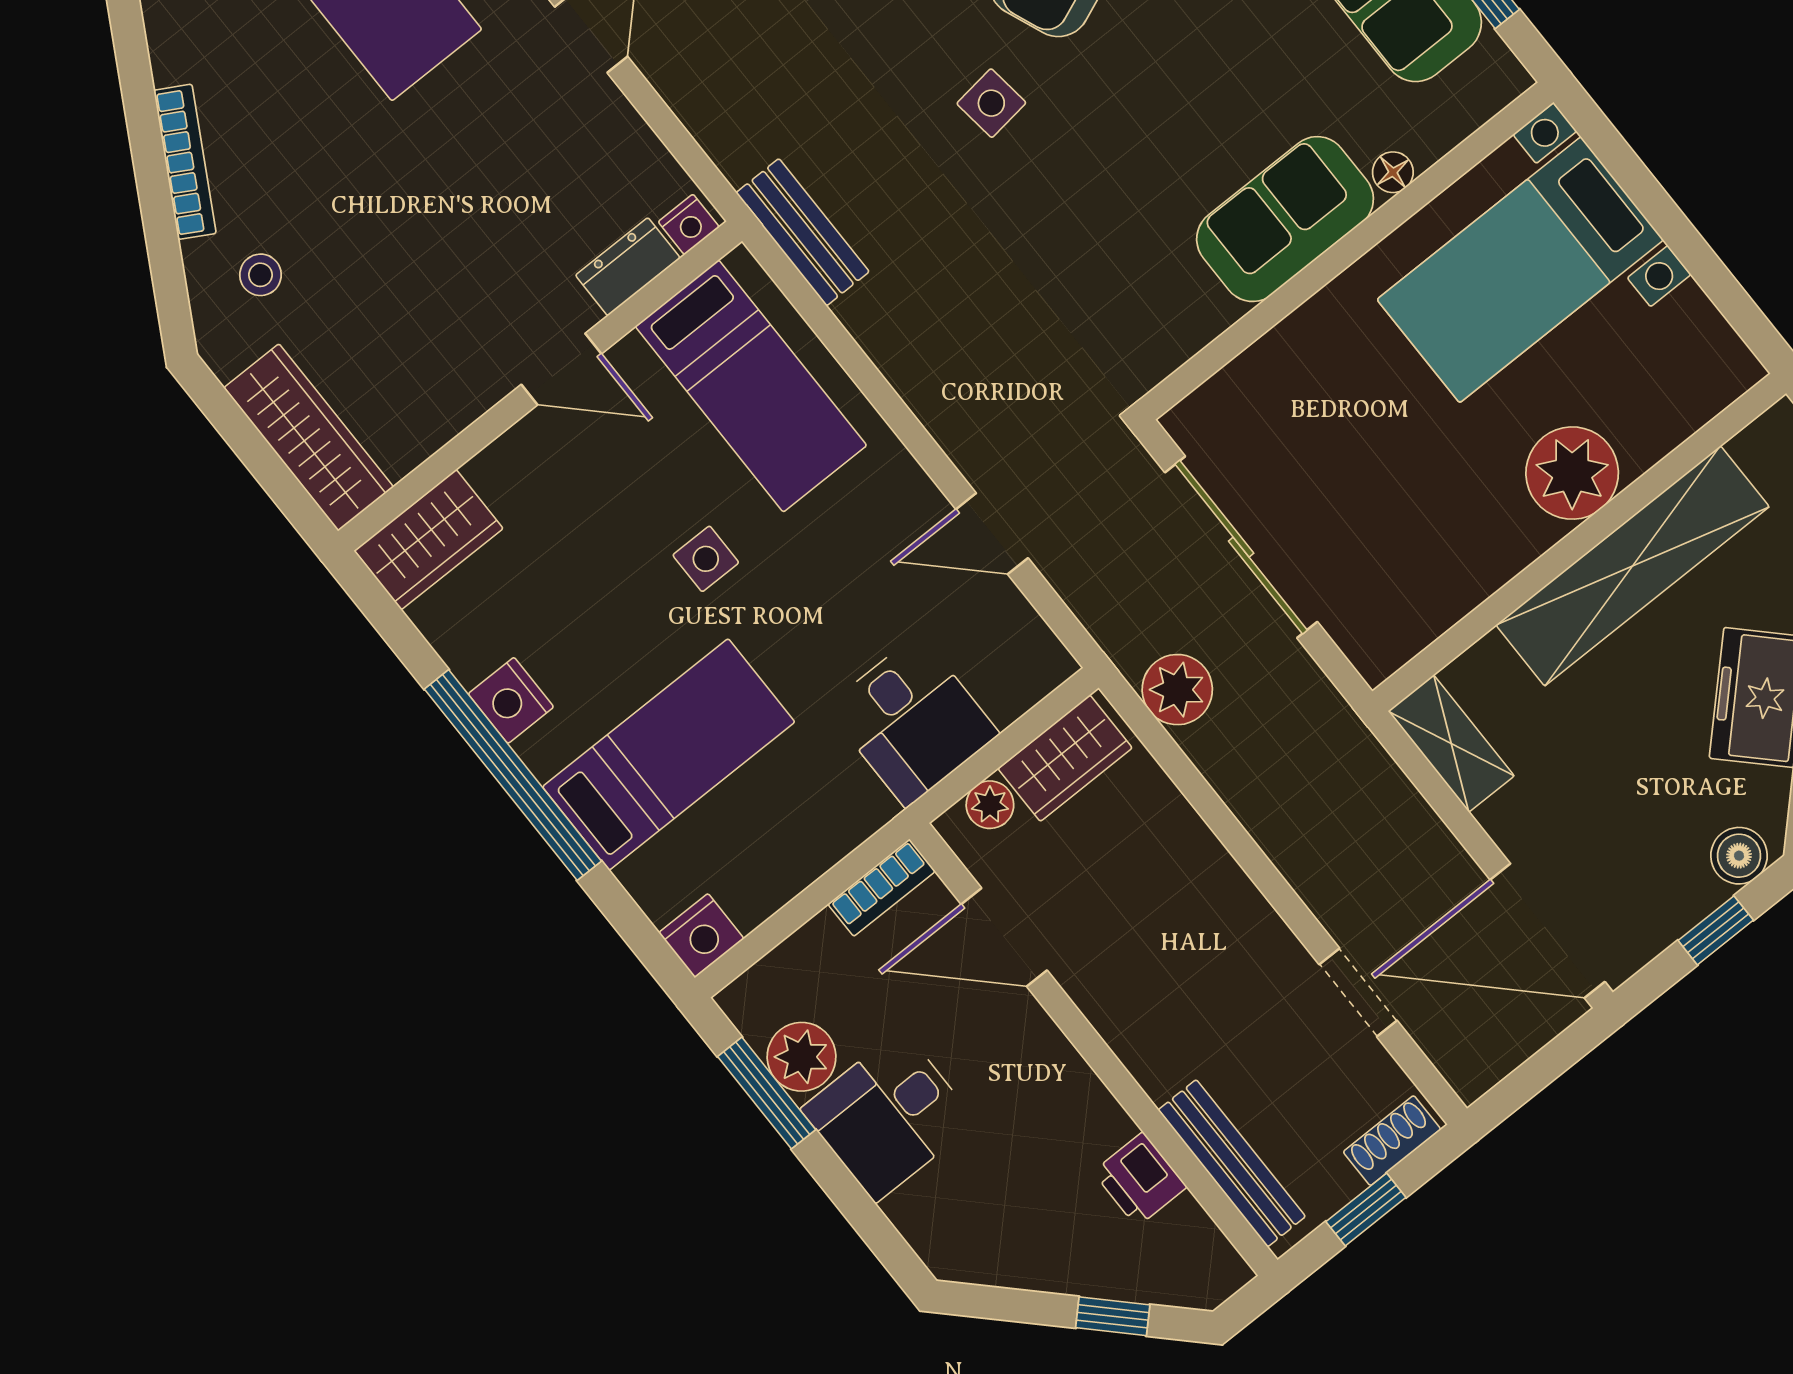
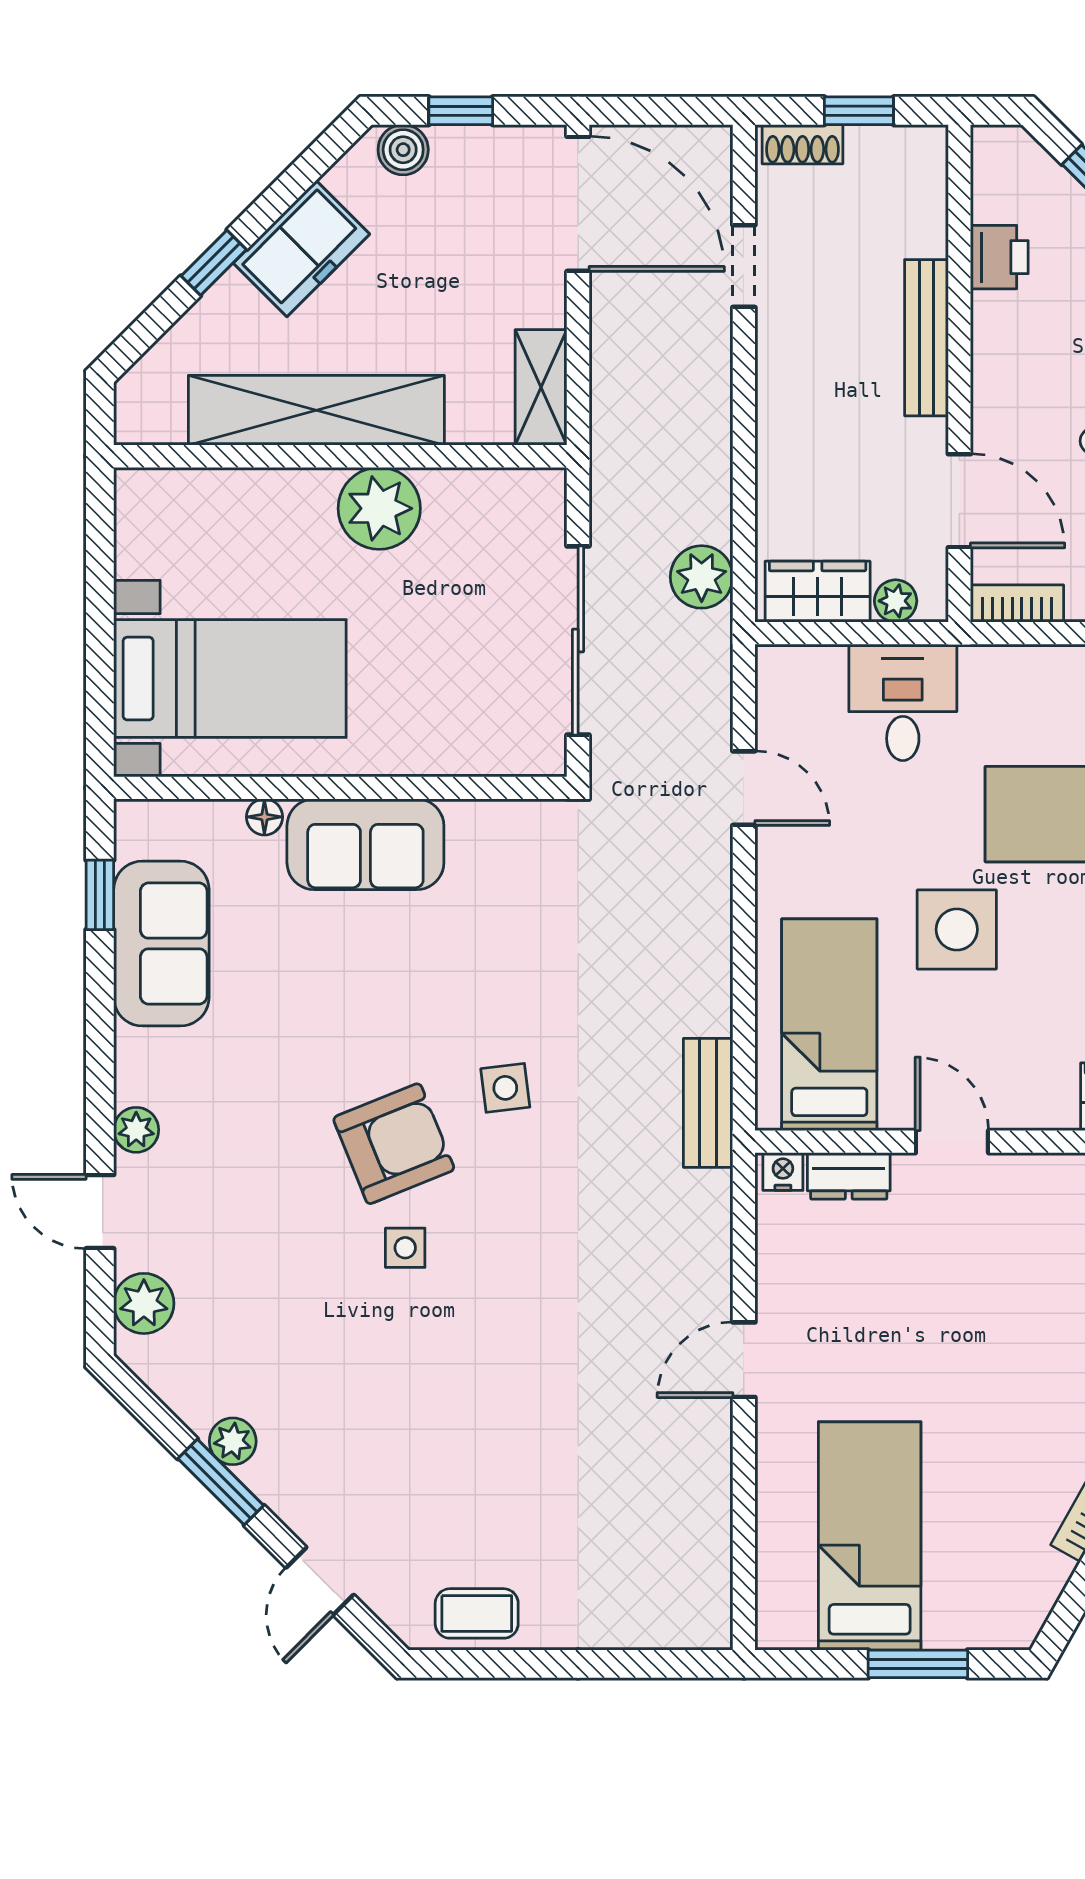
plant: (1572, 473) -> (379, 508), moved
side table: (706, 559) -> (957, 930), width x1.87, depth x1.87
bench: (1232, 1163) -> (926, 338), moved

